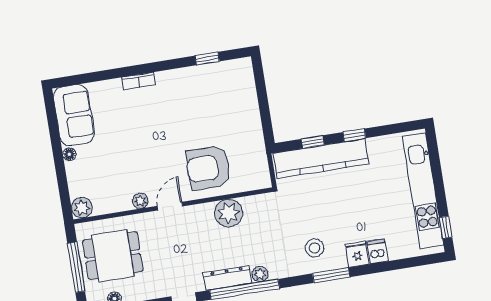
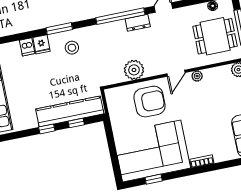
corner sofa: (208, 98) -> (152, 151), added
plant: (260, 274) -> (110, 27), removed
dresser: (228, 278) -> (138, 23), width x0.70

